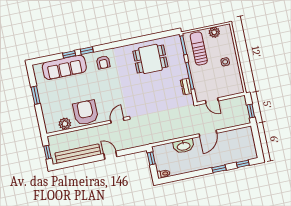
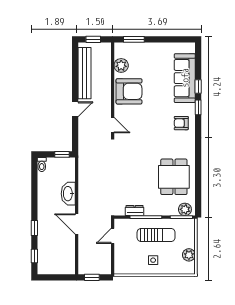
plant: (176, 44) -> (185, 209), added
sun lounger: (199, 48) -> (156, 235), moved
window: (36, 95) -> (134, 39), moved

